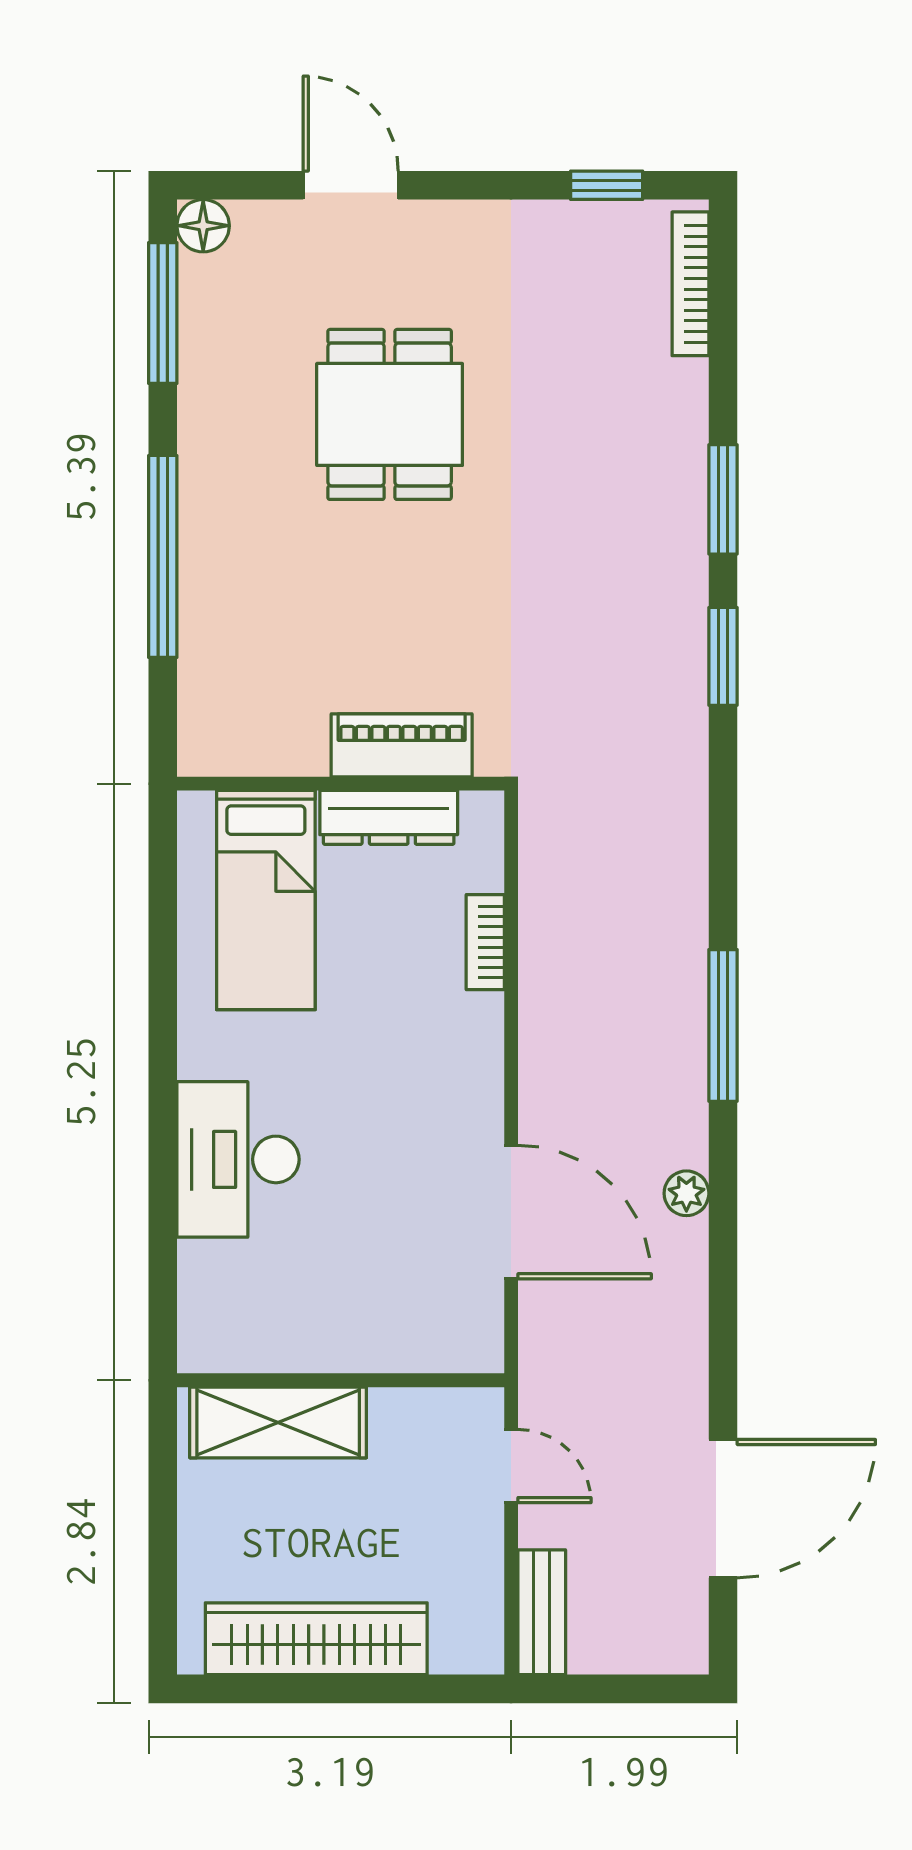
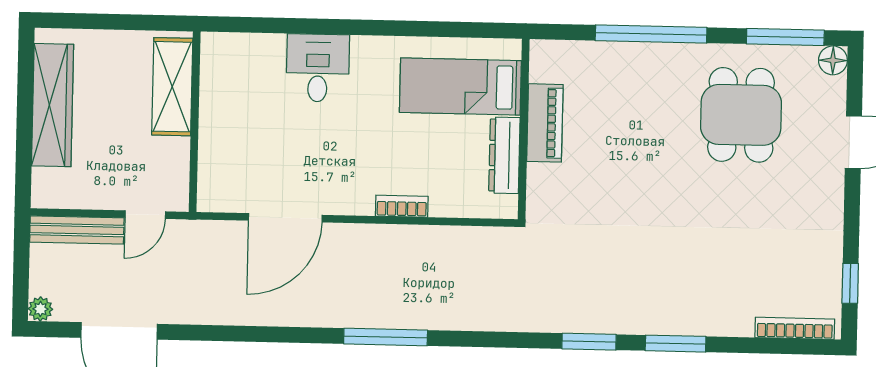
dining table: (390, 414) -> (741, 115), moved, turned 90
piano: (402, 745) -> (545, 123), moved
bookcase: (485, 942) -> (402, 206), moved
desk: (238, 1159) -> (318, 68), width x0.73
plant: (686, 1193) -> (40, 309), moved
bench: (542, 1612) -> (77, 230), width x1.36

